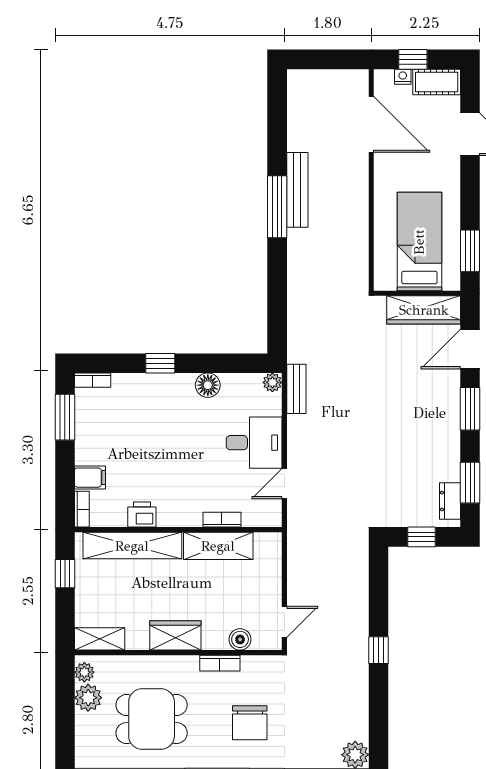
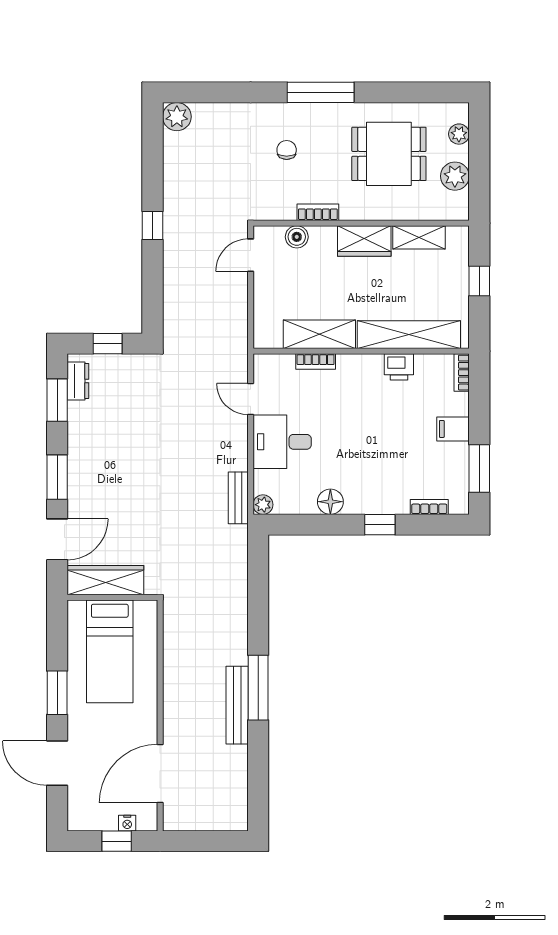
cot: (437, 82) -> (92, 818), removed
door: (371, 124) -> (160, 774), hinge flipped
window: (470, 251) -> (57, 693), moved
bookcase: (93, 380) -> (429, 507), moved
filing cabinet: (90, 478) -> (453, 429), moved
door: (284, 484) -> (251, 399), swing flipped
window: (65, 574) -> (479, 281), moved
shelving: (100, 639) -> (419, 237), moved
plant: (84, 672) -> (459, 134), moved
chair: (250, 723) -> (287, 150), width x0.54, depth x0.54

